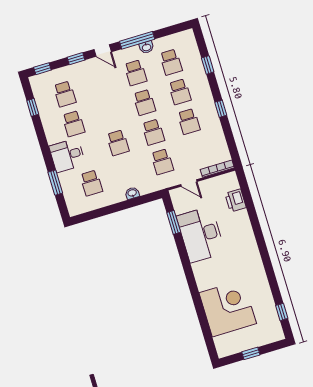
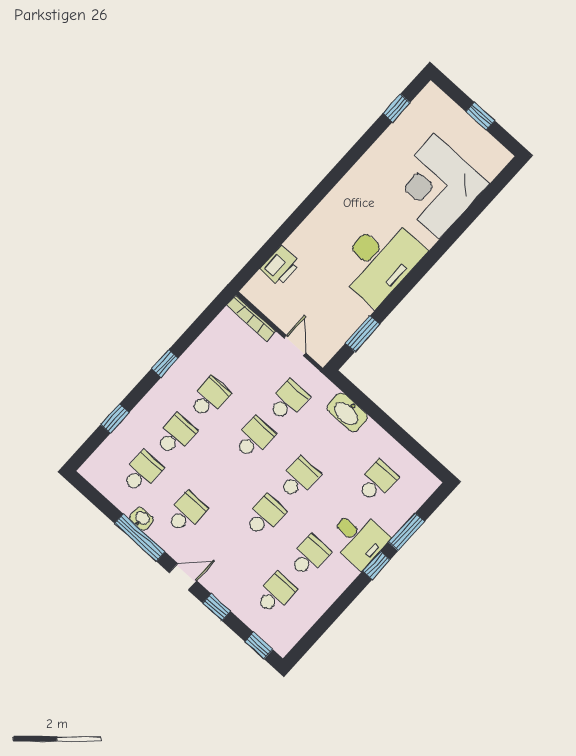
door: (103, 51) -> (183, 577), hinge flipped
school desk: (144, 102) -> (265, 516), moved
window: (33, 107) -> (376, 565), moved
washbasin: (132, 193) -> (347, 412), width x1.91, depth x1.45
desk: (201, 234) -> (380, 260), moved

